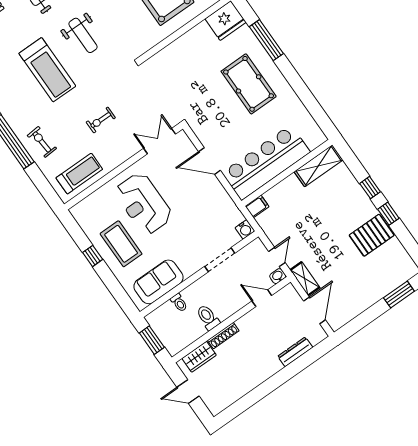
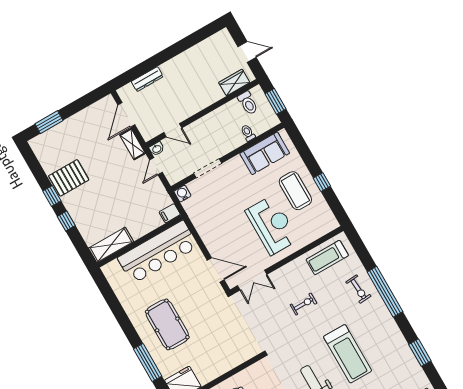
treadmill: (47, 70) -> (348, 354), turned 180
door: (209, 161) -> (216, 270), moved
toilet: (208, 317) -> (248, 103), moved
shoe rack: (223, 336) -> (211, 100), removed

